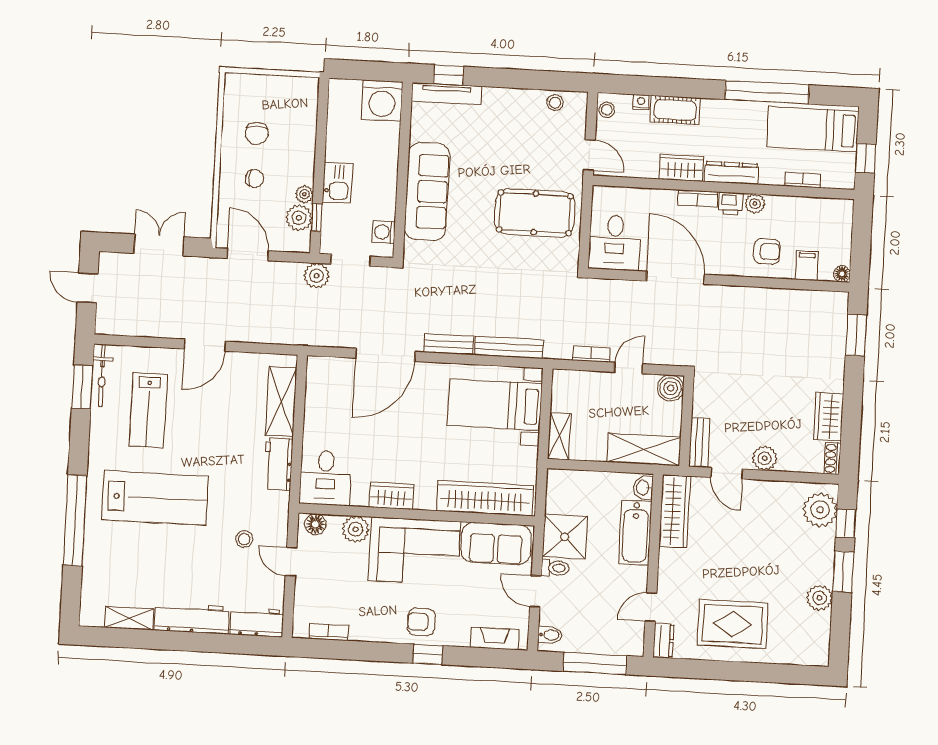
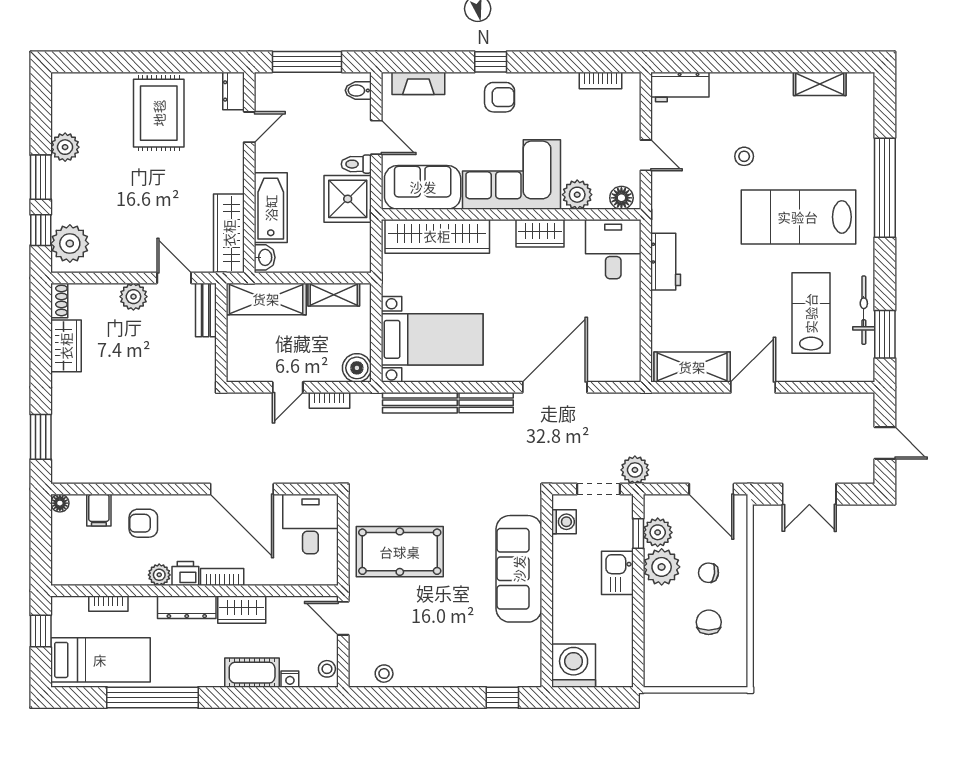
tv unit: (447, 94) -> (503, 677), removed
plant: (304, 194) -> (662, 567), width x1.88, depth x1.88
bicycle: (102, 376) -> (864, 310), moved
boiler: (671, 388) -> (357, 368), moved
shelving: (281, 401) -> (692, 367), moved, turned 90
shelving: (559, 436) -> (334, 295), moved, turned 90
stool: (244, 539) -> (744, 156), moved
workbench: (192, 619) -> (751, 87), removed
rug: (733, 624) -> (159, 113), turned 90

